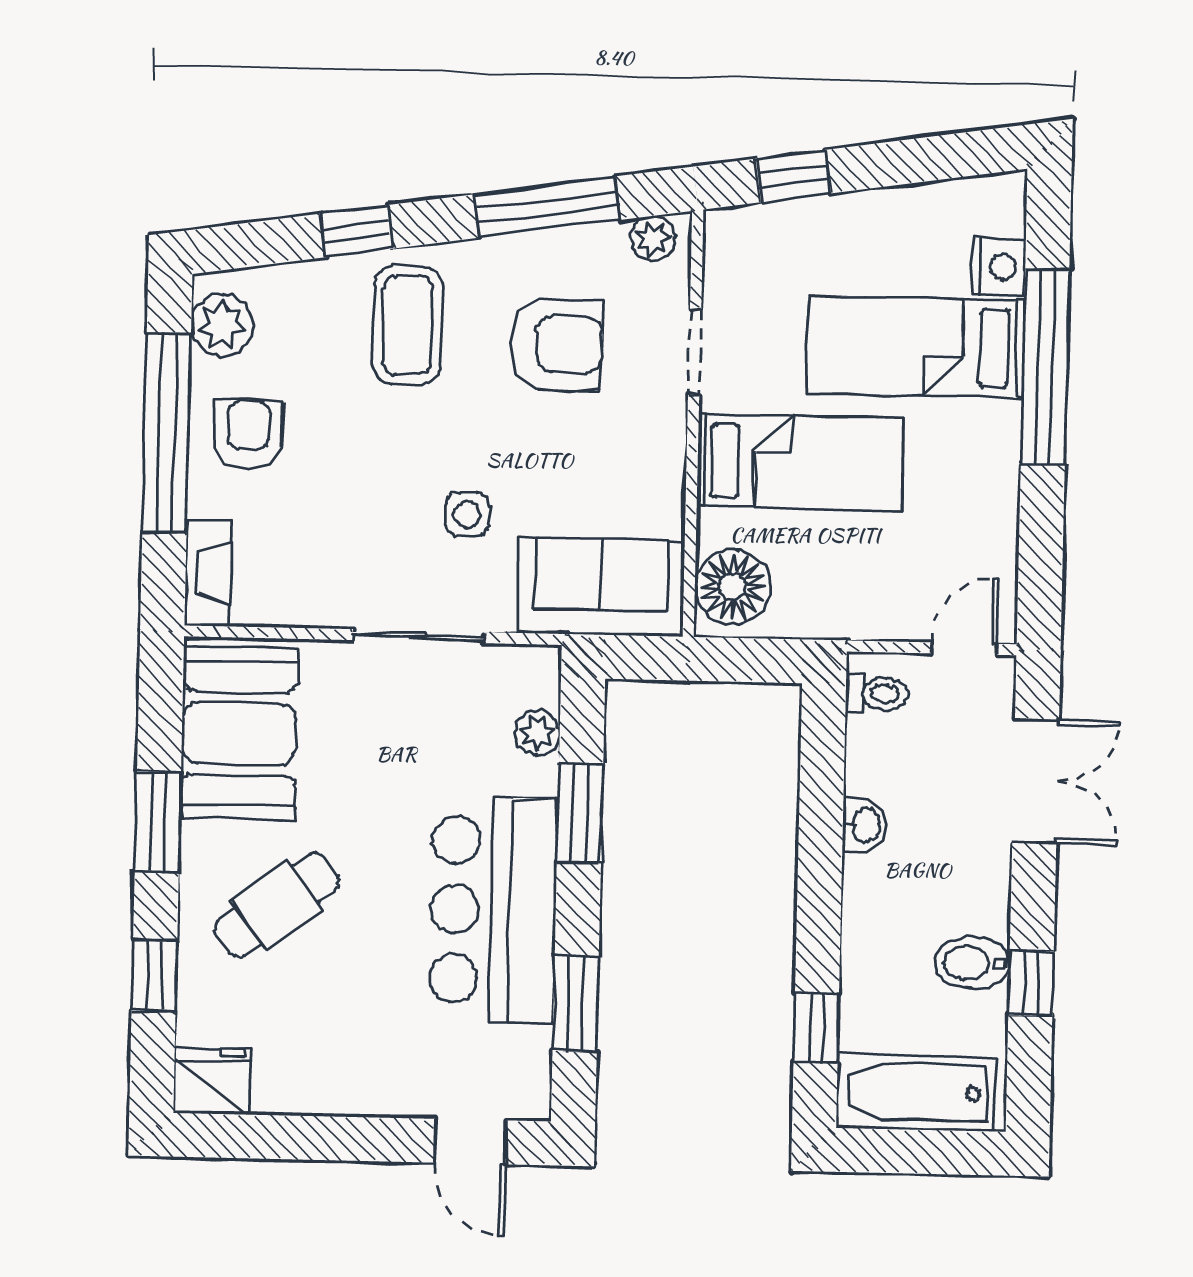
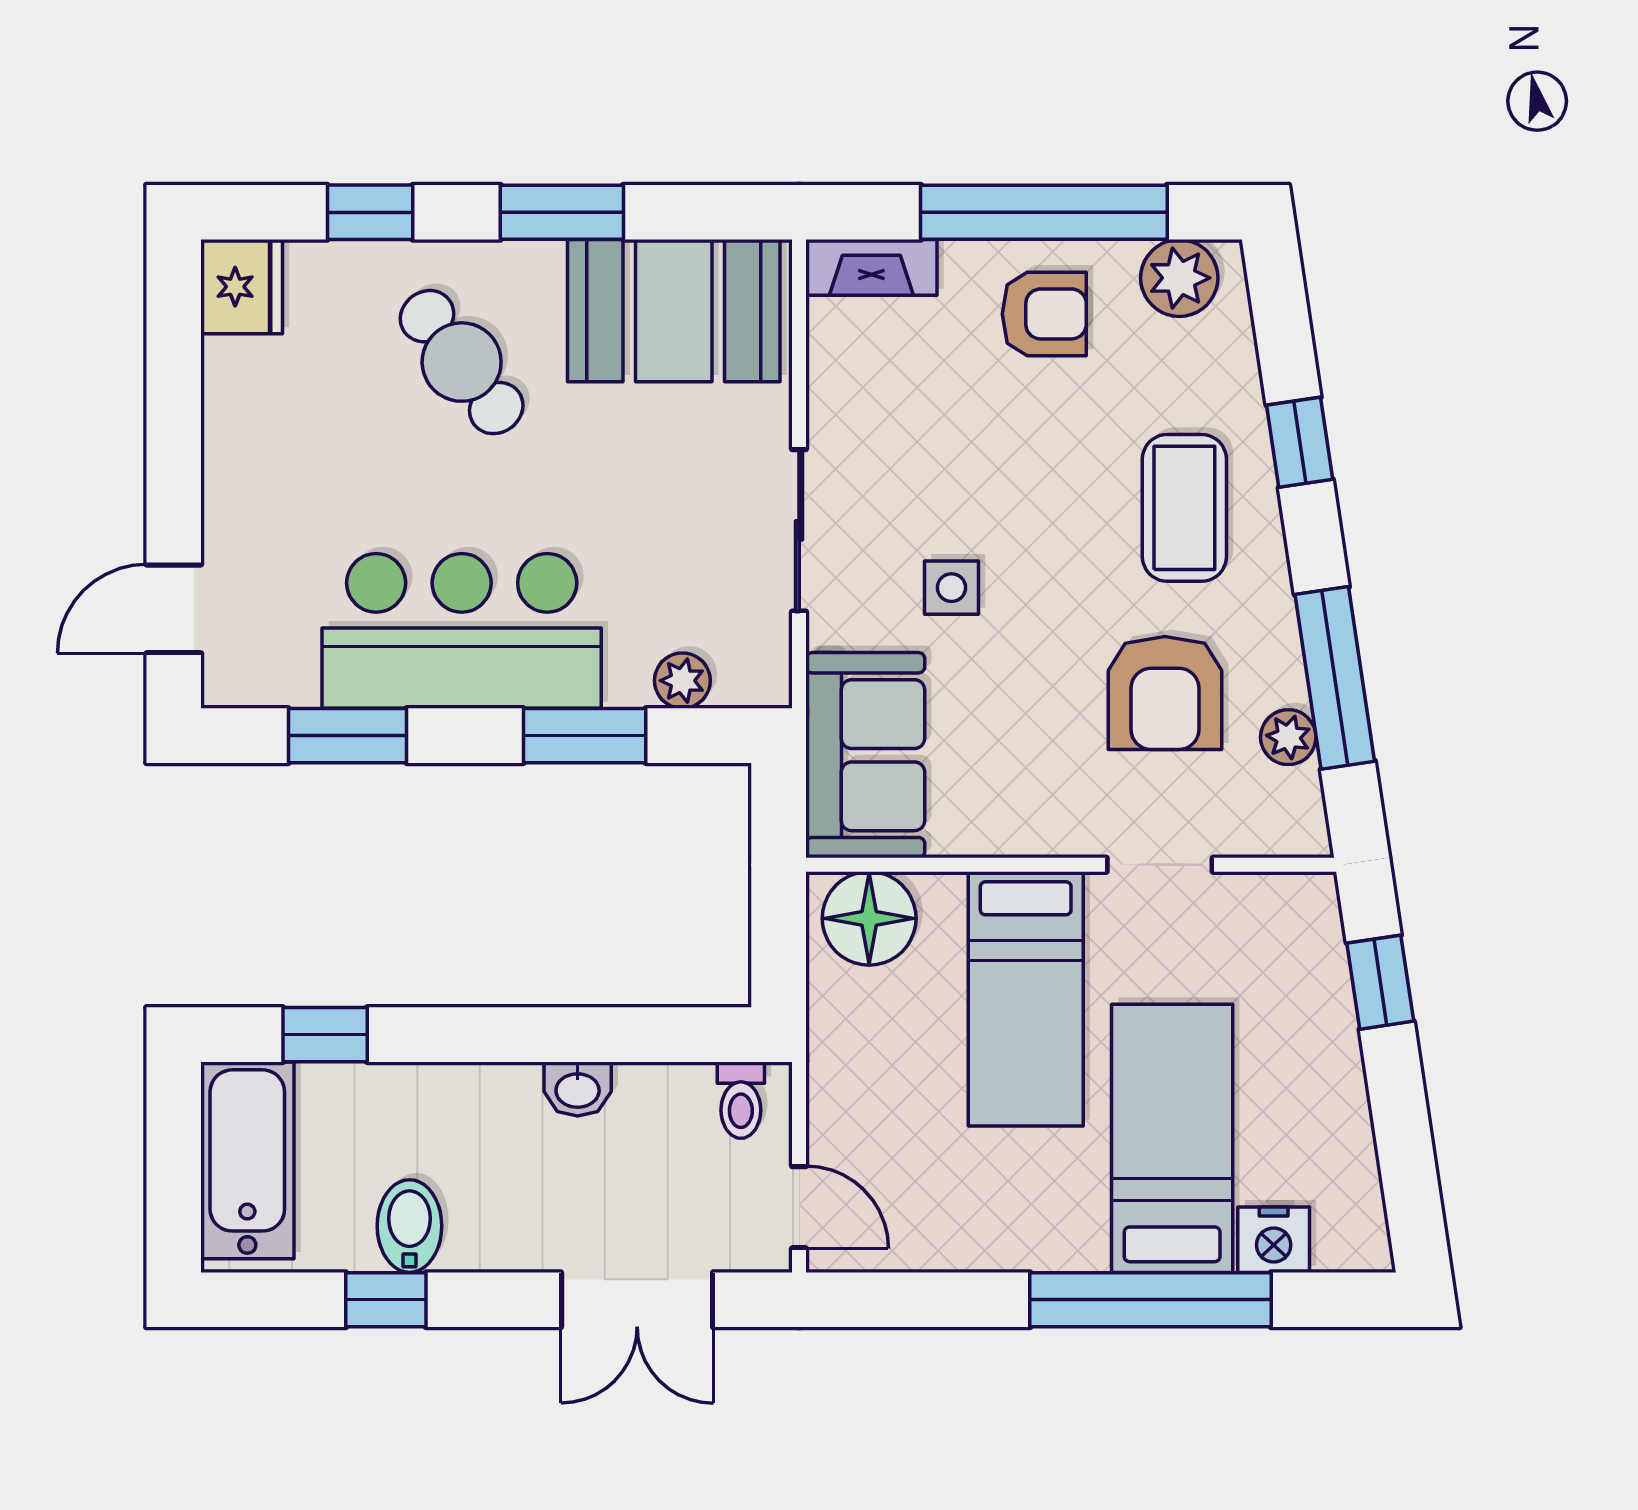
plant: (653, 238) -> (1288, 737), moved
coffee table: (407, 325) -> (1184, 508), turned 90

